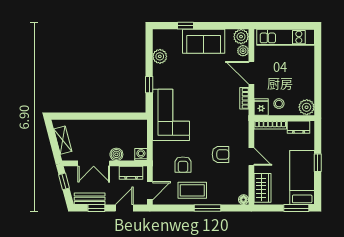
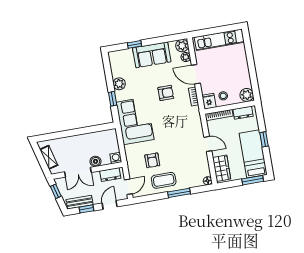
plant: (160, 56) -> (119, 84), moved
armchair: (221, 154) -> (166, 93), moved

